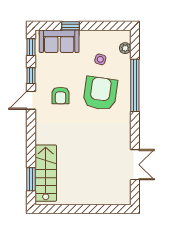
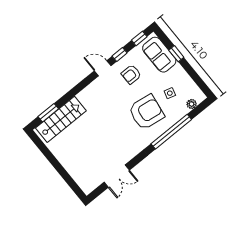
armchair: (61, 95) -> (131, 74), moved

